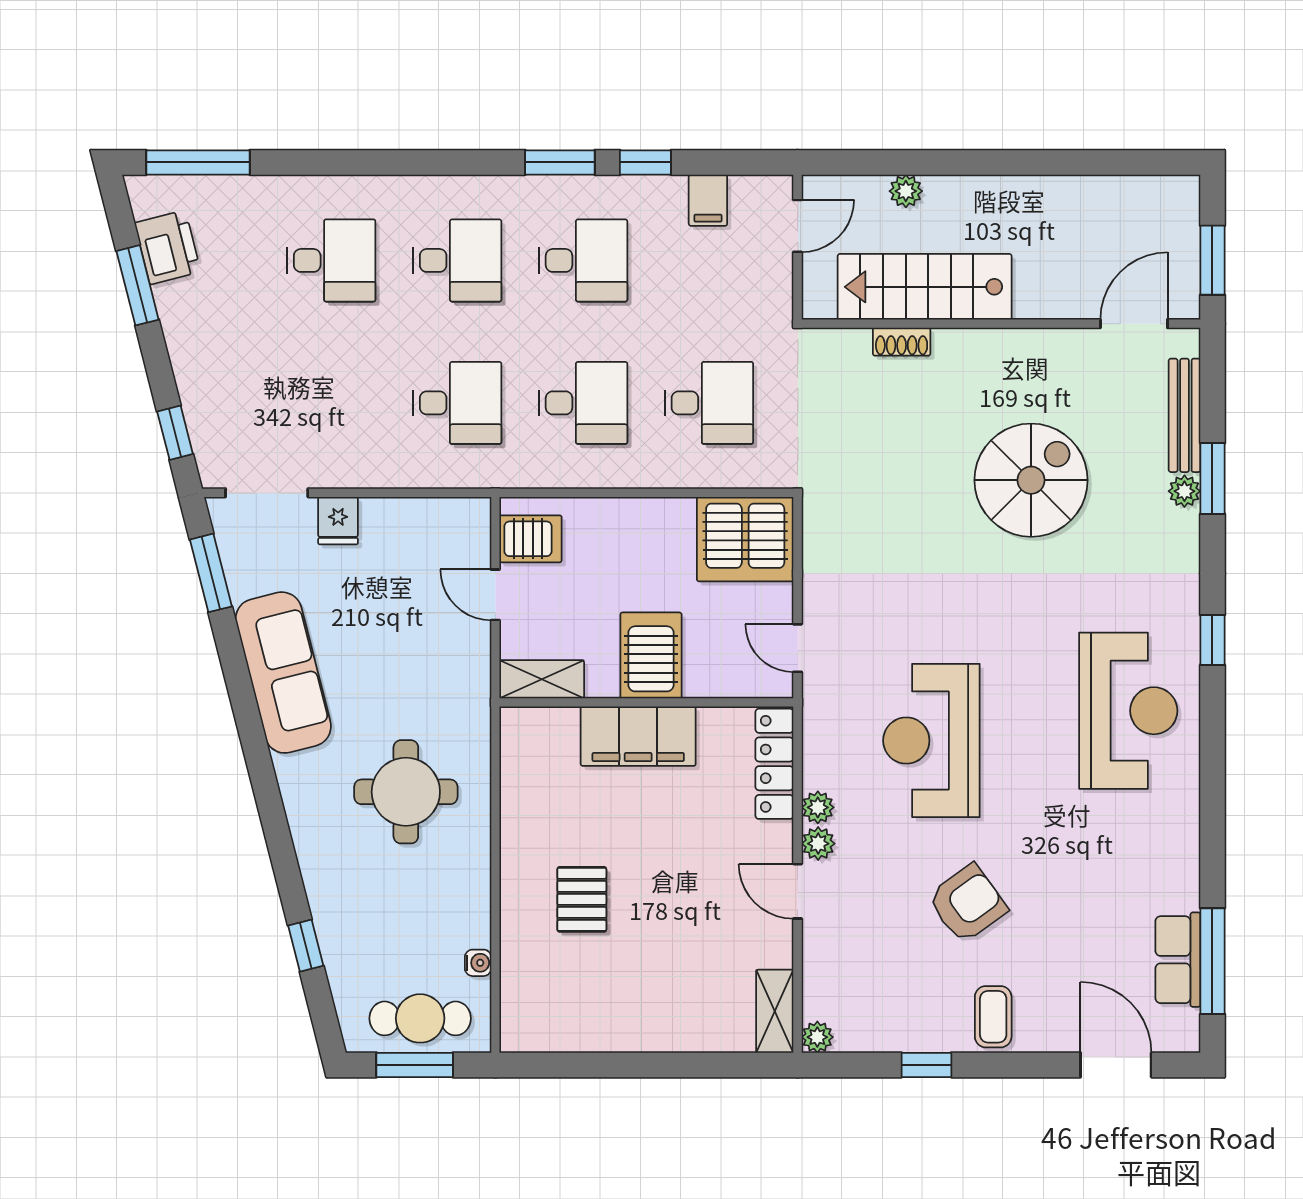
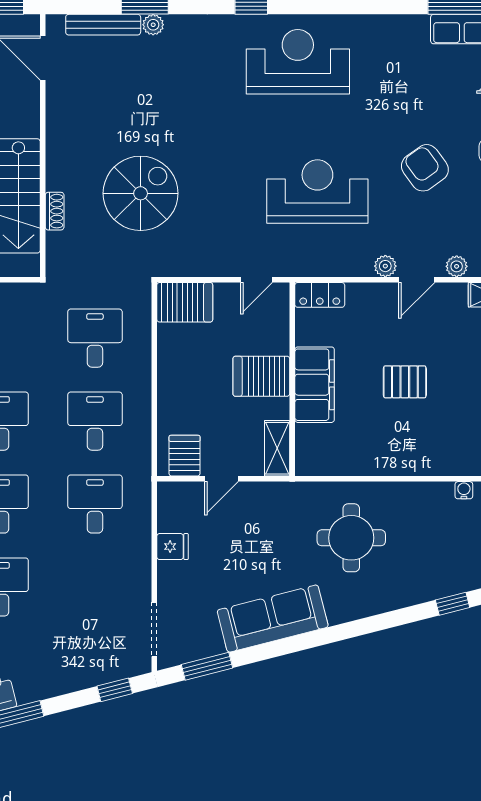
spiral stairs: (1031, 480) -> (141, 193), moved, turned 90
fridge: (338, 521) -> (173, 547), moved
server rack: (745, 539) -> (185, 302), width x0.62
reception desk: (931, 741) -> (317, 191), turned 180
locker: (774, 764) -> (320, 295), width x0.66
plant: (818, 807) -> (457, 266), moved
pallet: (582, 899) -> (405, 382), moved

